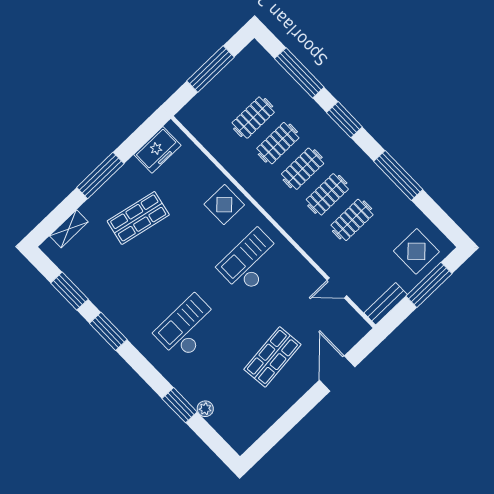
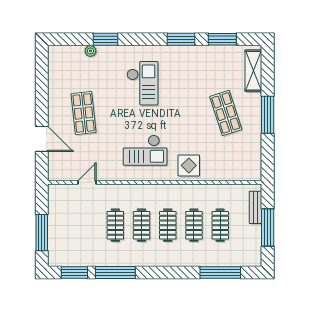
window: (344, 120) -> (74, 272), moved
freezer: (157, 150) -> (252, 158), removed
shop shelf: (138, 218) -> (226, 113), turned -30
shelving: (69, 229) -> (253, 71), width x1.50, depth x1.33
display table: (416, 251) -> (66, 243), removed
checkout: (251, 262) -> (145, 150), turned 90
bench: (386, 304) -> (255, 207), moved

